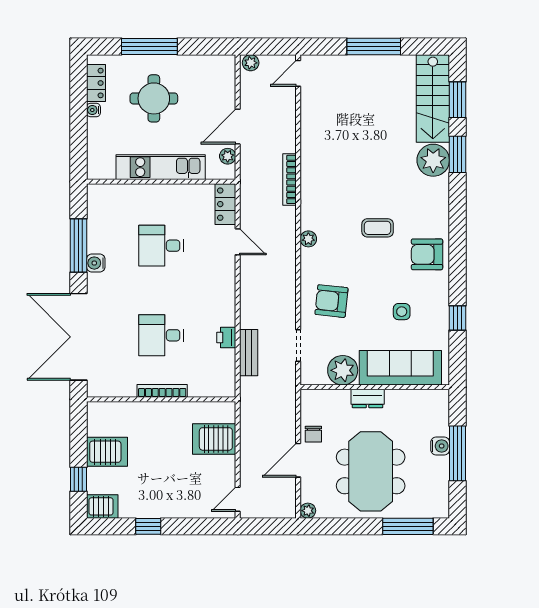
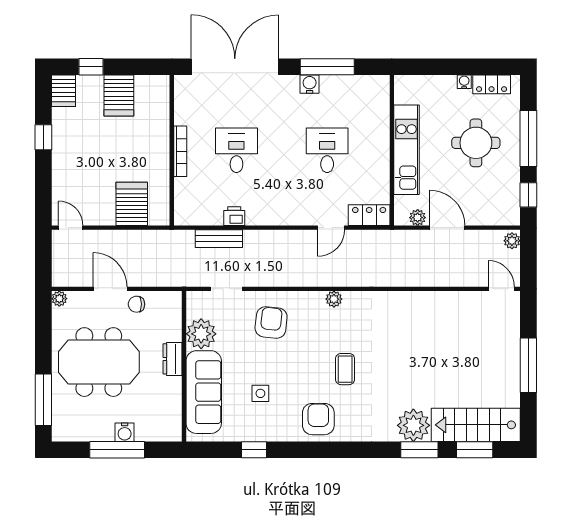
window: (205, 47) -> (528, 195), added
bookcase: (290, 179) -> (394, 280), removed

